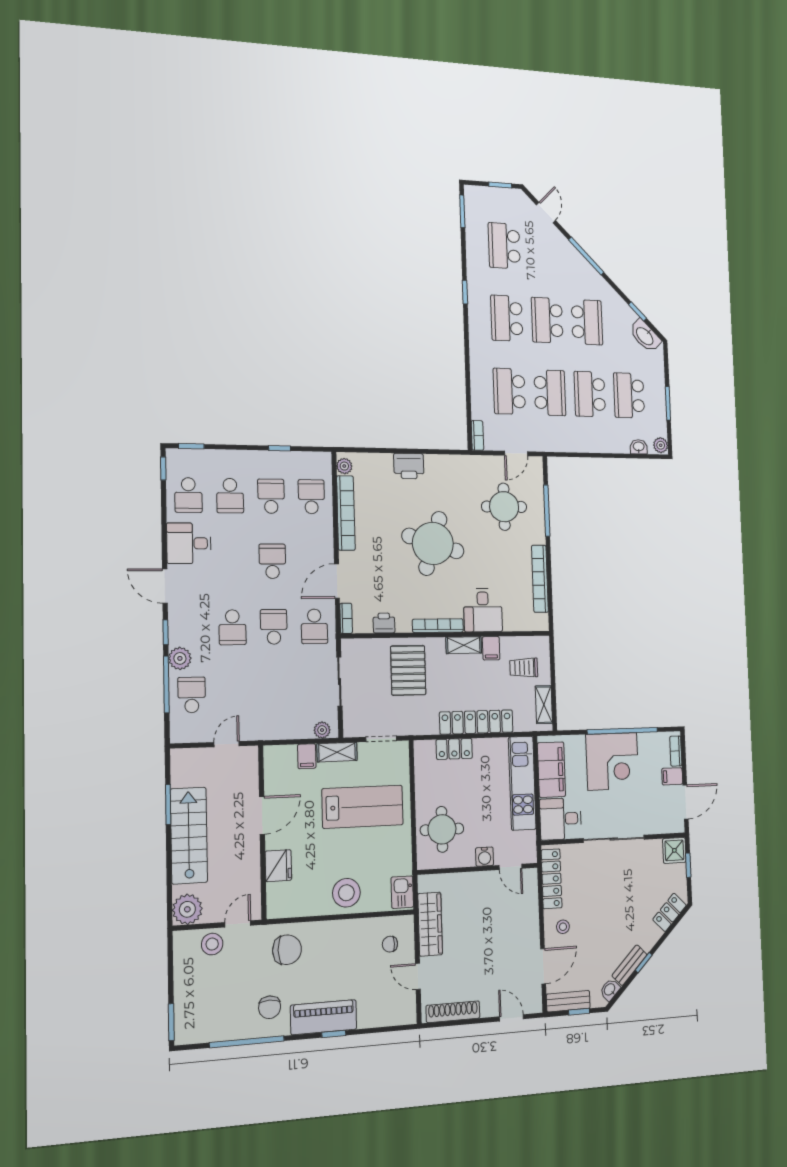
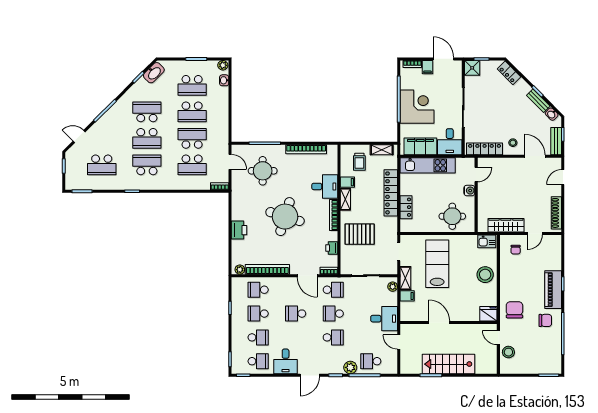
school desk: (507, 318) -> (147, 165), turned 180
desk: (267, 717) -> (384, 319), added
fridge: (278, 866) -> (488, 314), moved
plant: (187, 909) -> (489, 366), removed

